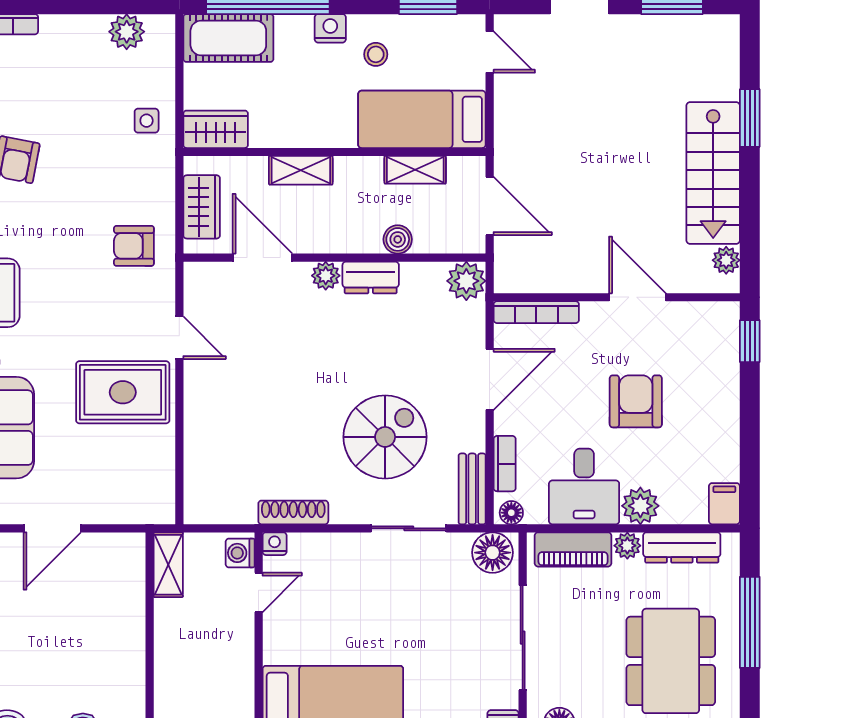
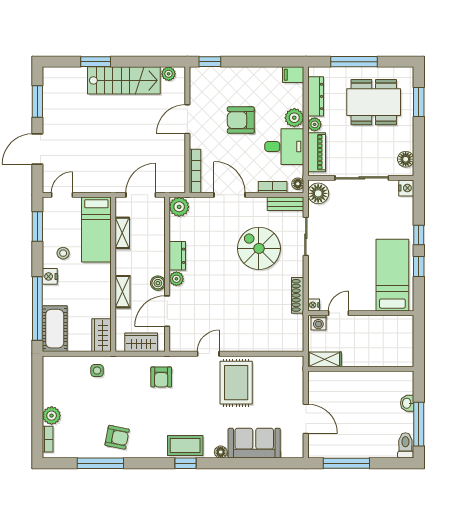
plant: (127, 32) -> (52, 416), moved
boiler: (398, 239) -> (158, 283), moved
door: (259, 592) -> (339, 313), hinge flipped

